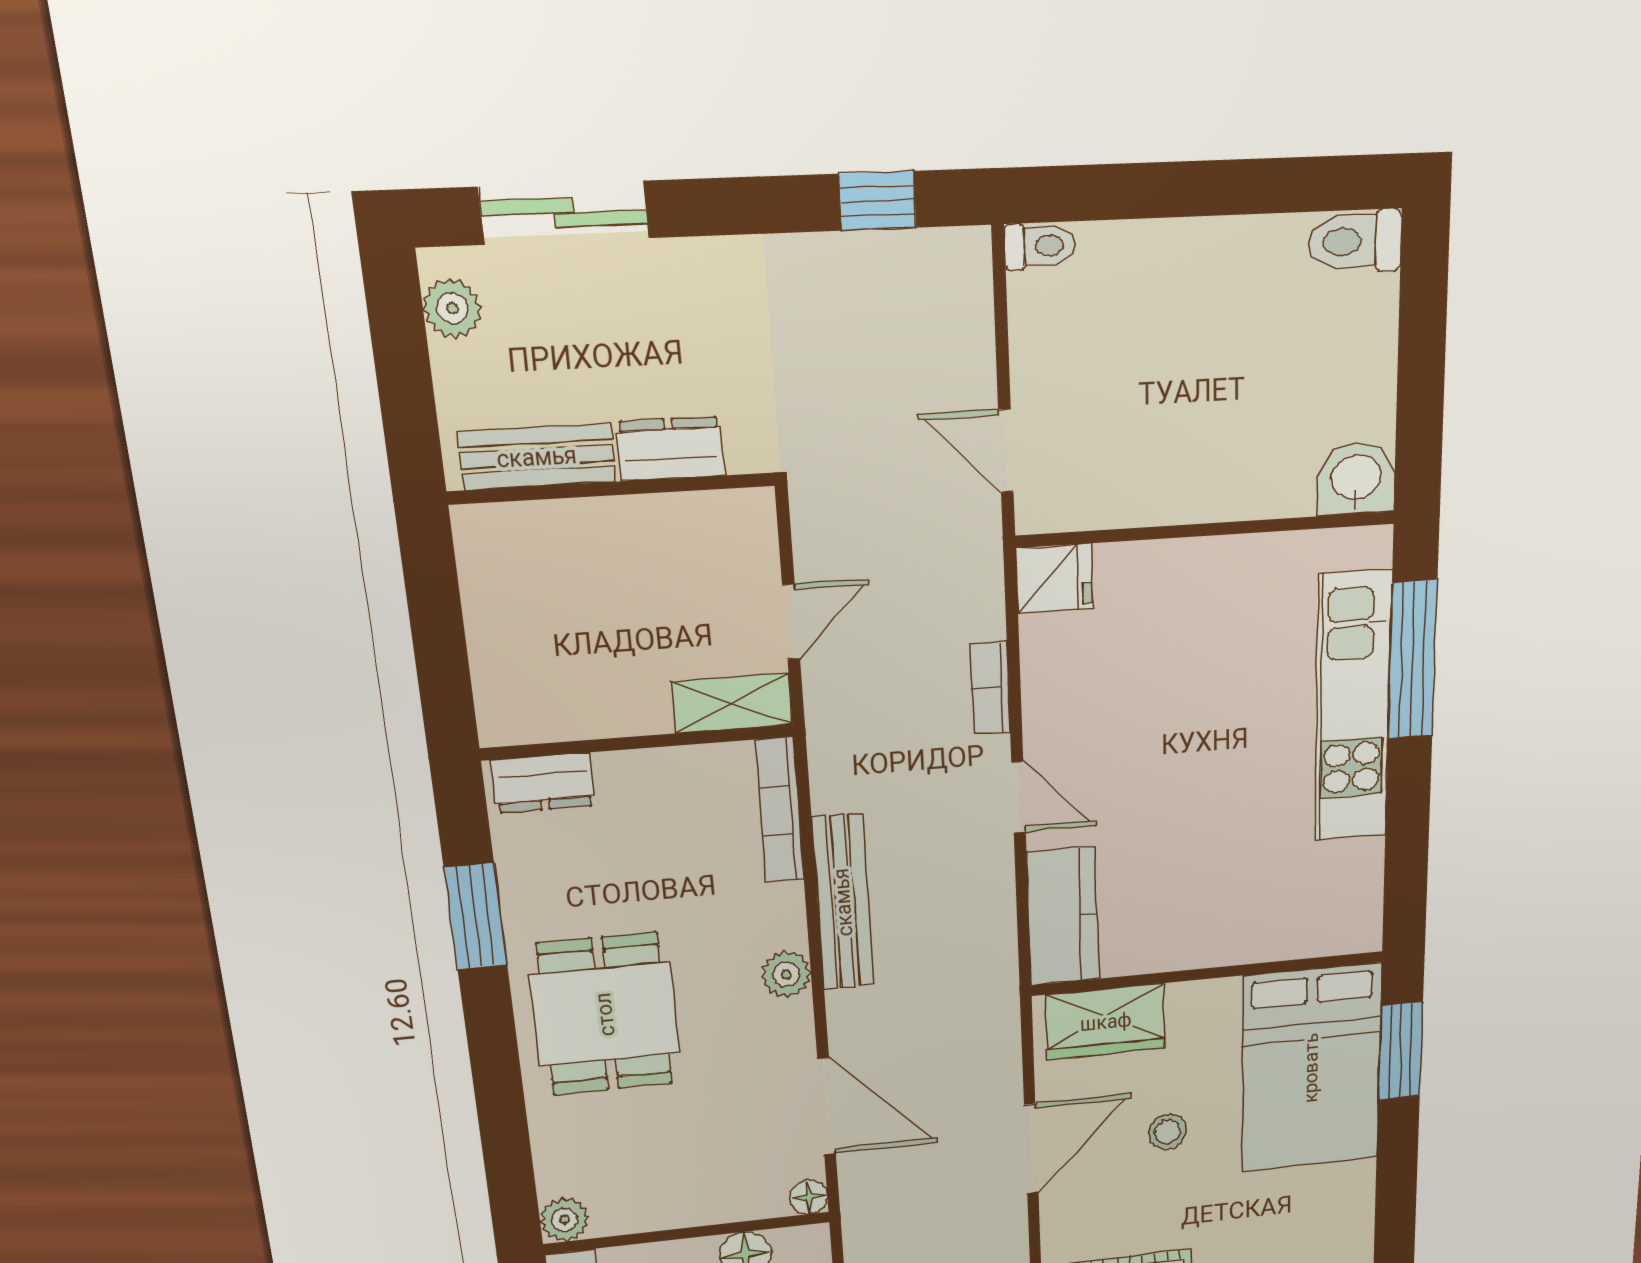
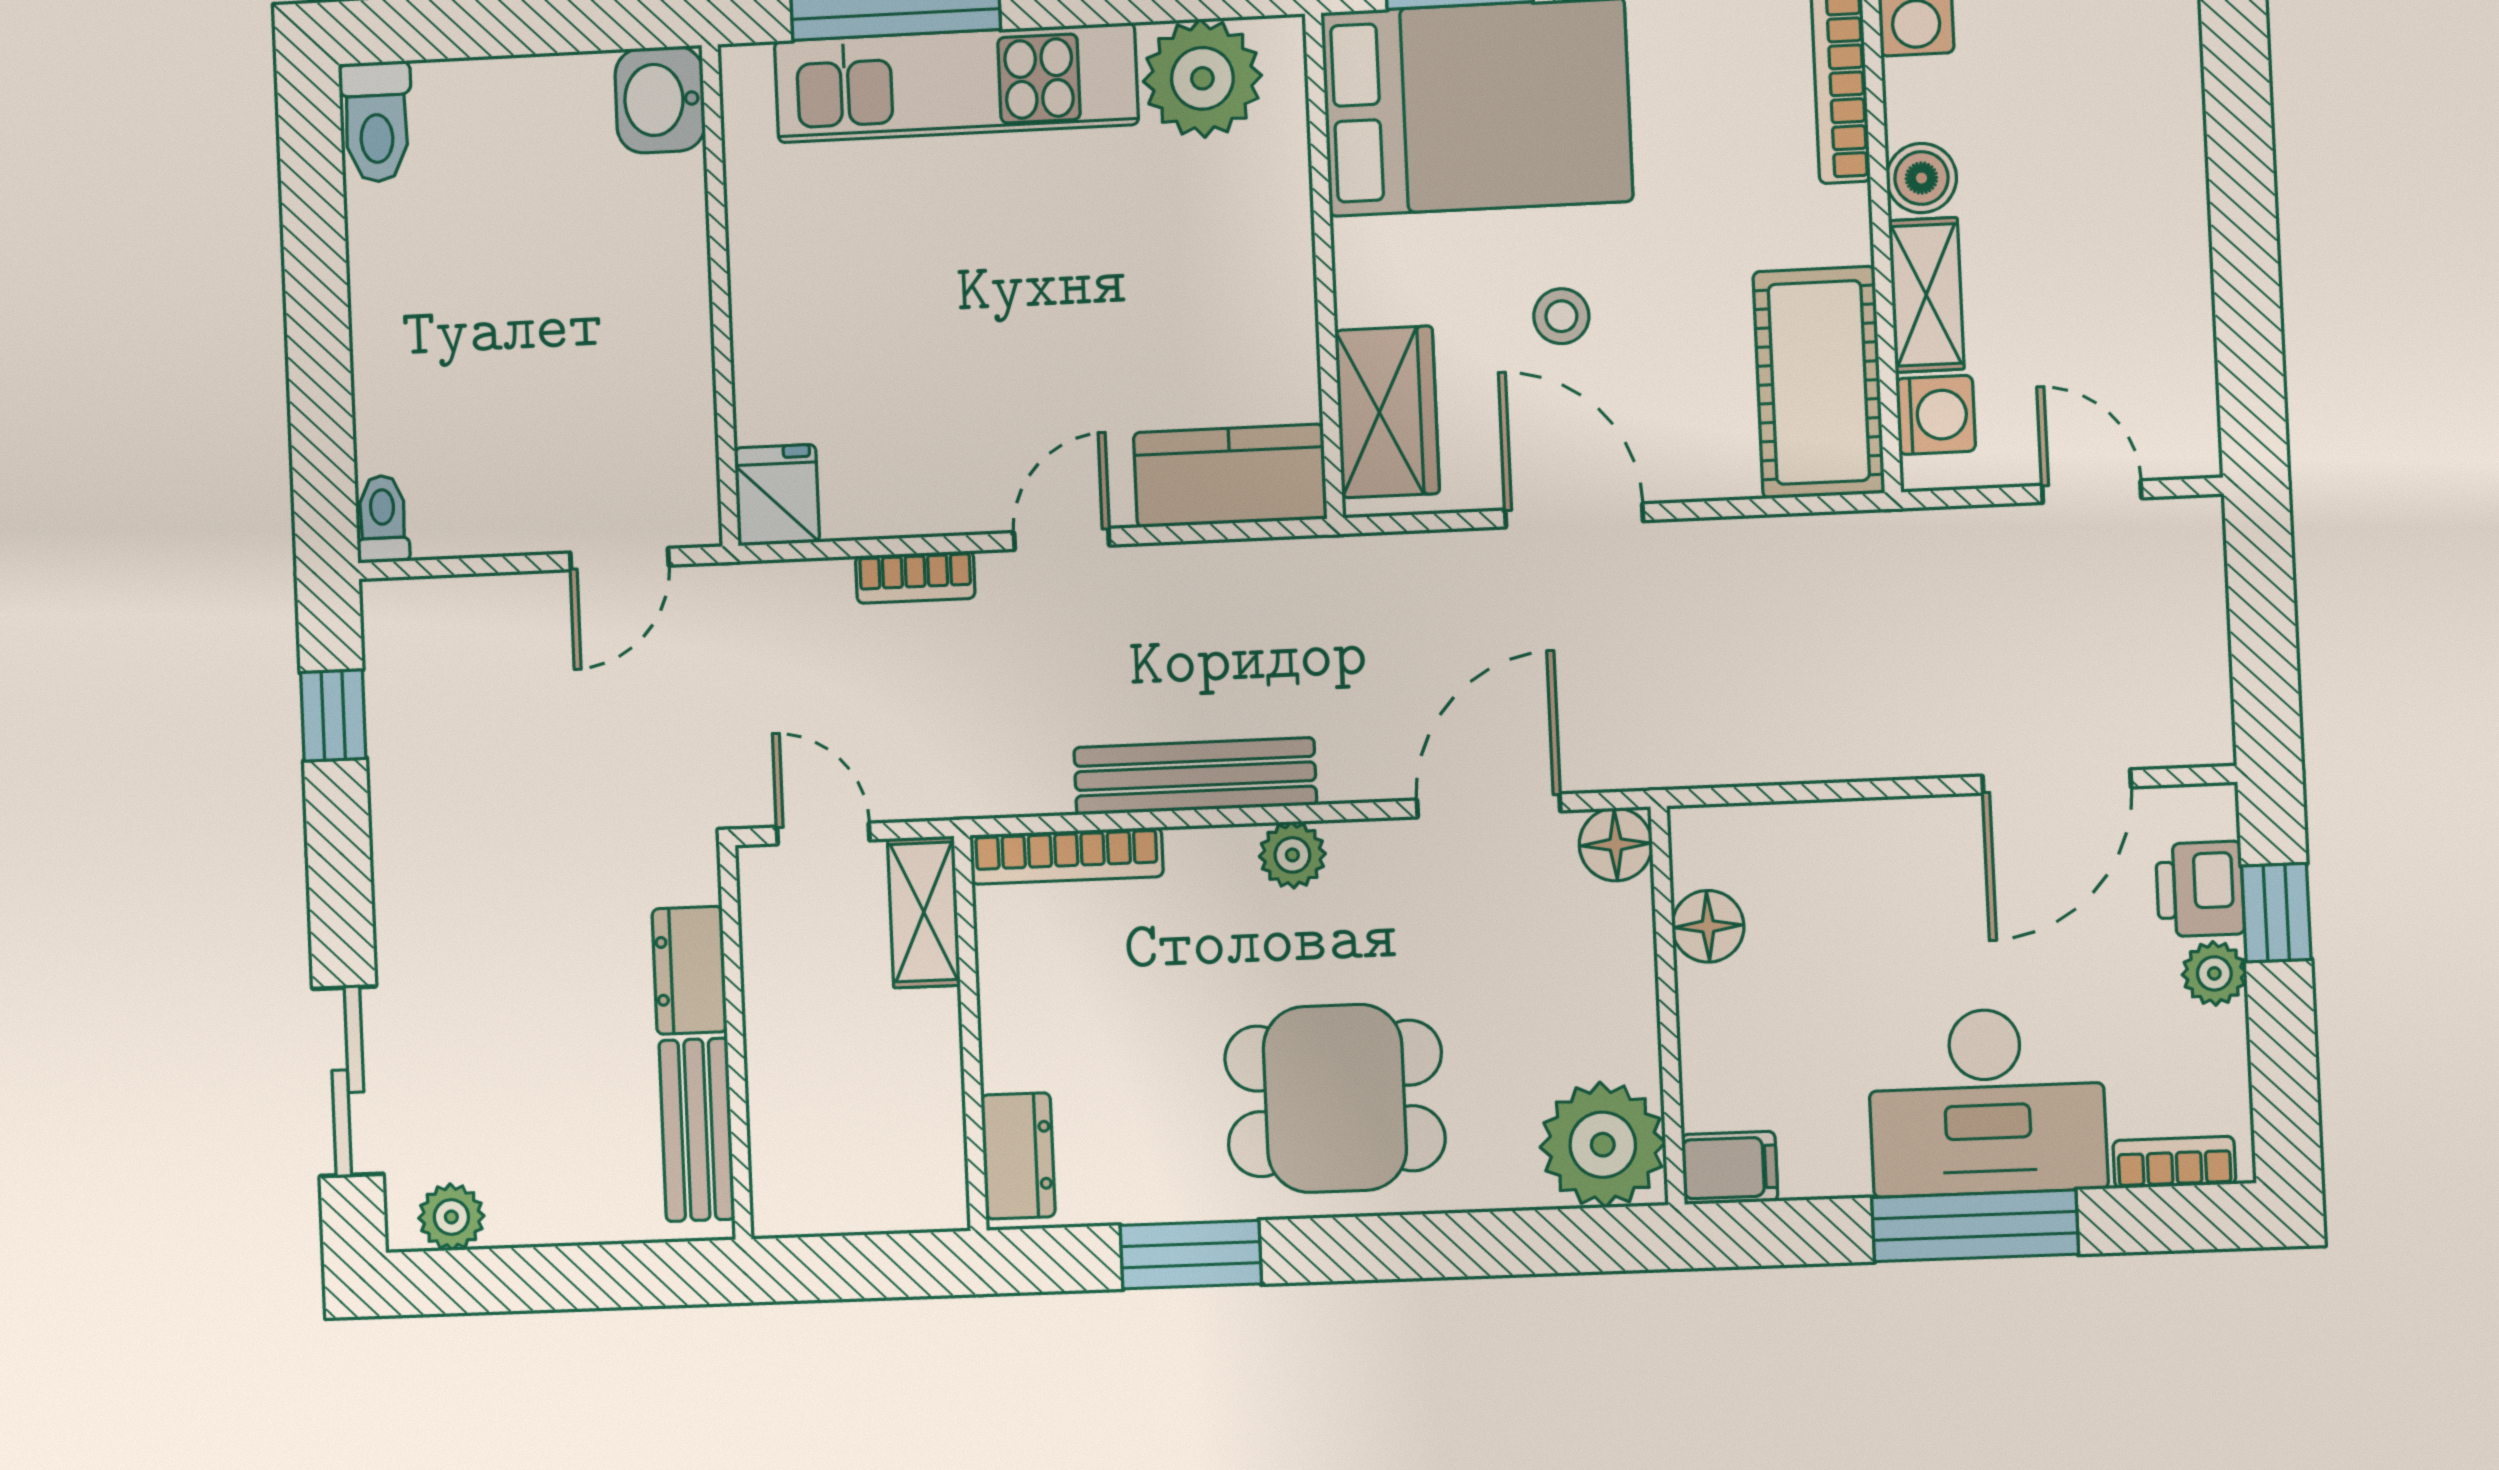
dresser: (670, 449) -> (690, 970), moved
bench: (537, 457) -> (697, 1130), moved
wall: (613, 489) -> (735, 1042), moved
plant: (1343, 883) -> (1202, 78), added
floor lamp: (809, 1197) -> (1616, 844), width x1.37, depth x1.37
plant: (565, 1220) -> (1603, 1145), width x1.88, depth x1.88

